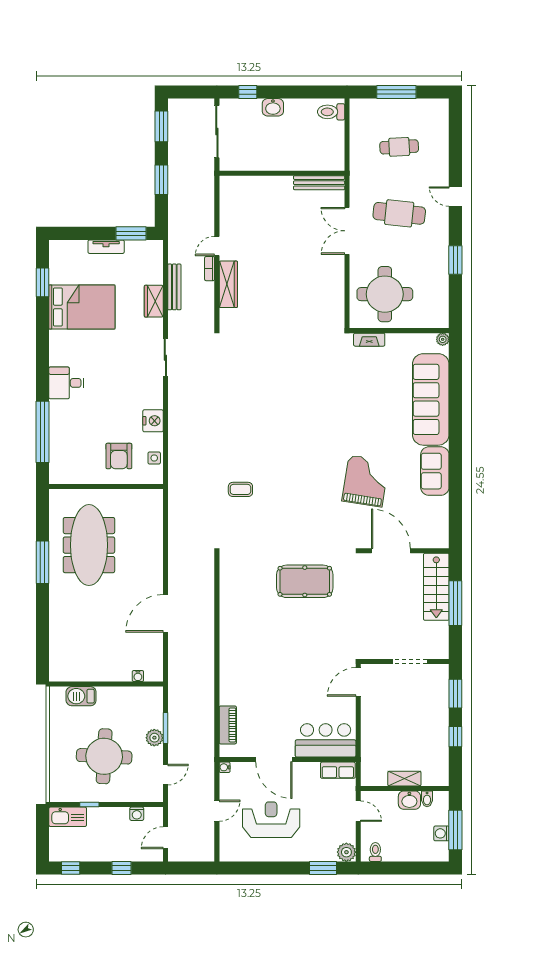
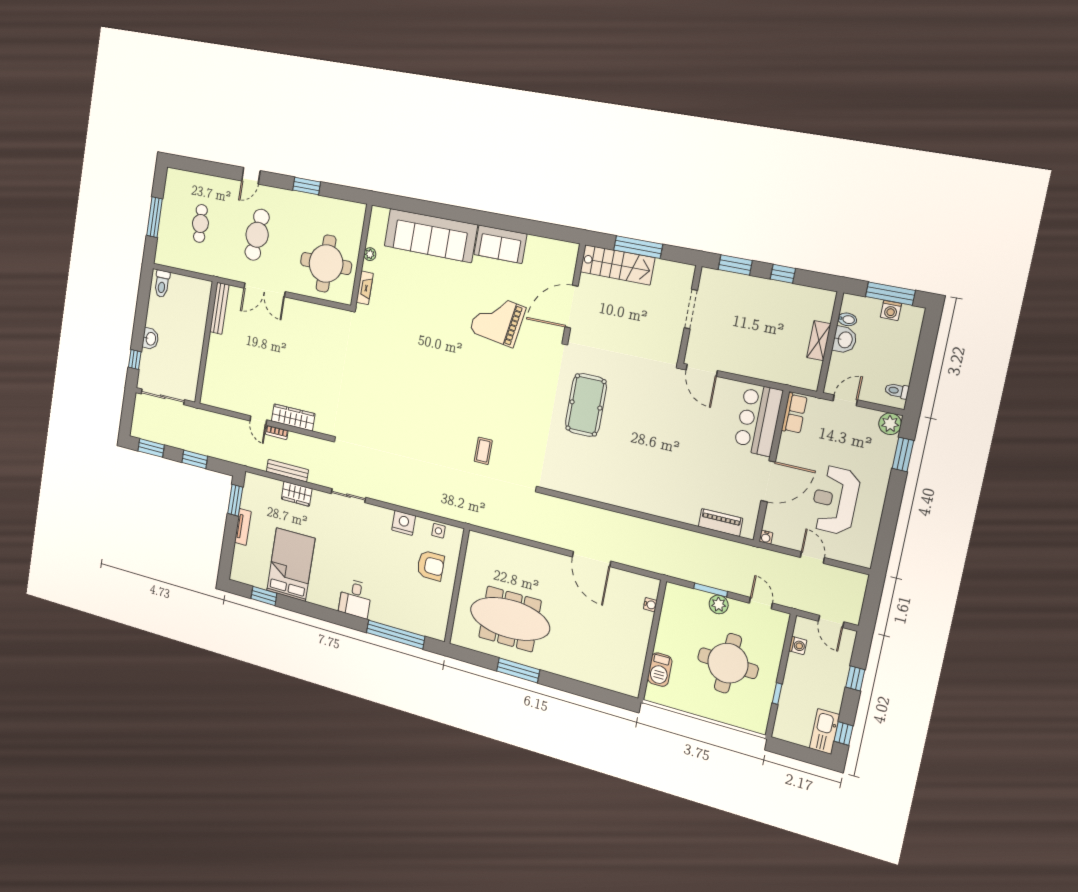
plant: (443, 339) -> (370, 254), moved
kitchen sink: (68, 817) -> (825, 731), moved, turned 180

